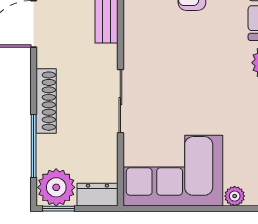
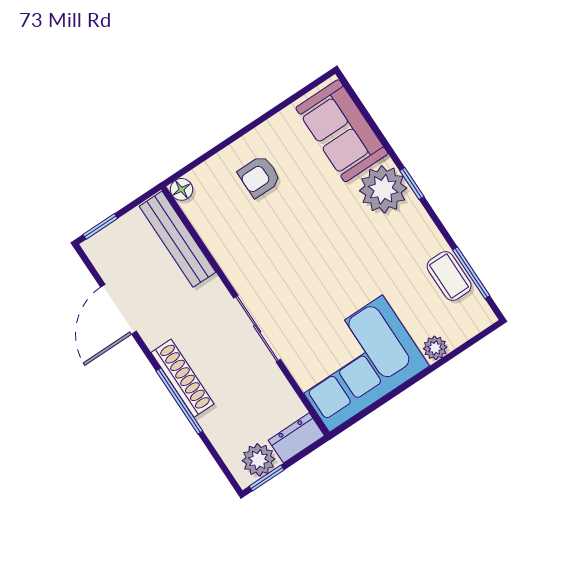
window: (34, 146) -> (179, 401), moved
plant: (56, 187) -> (258, 460), width x0.73, depth x0.73

